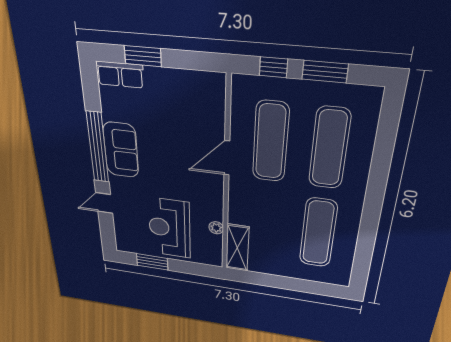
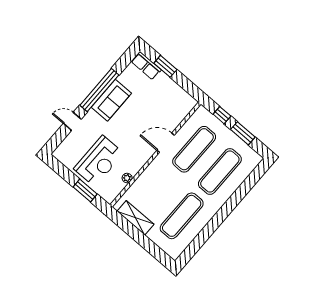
reception desk: (169, 228) -> (99, 161), turned 180
shelving: (237, 248) -> (136, 218), moved, turned 90
window: (152, 262) -> (85, 191), moved

